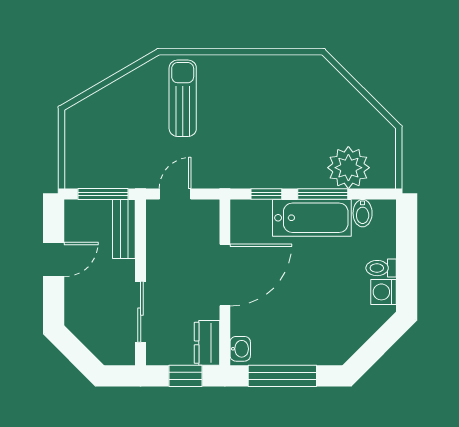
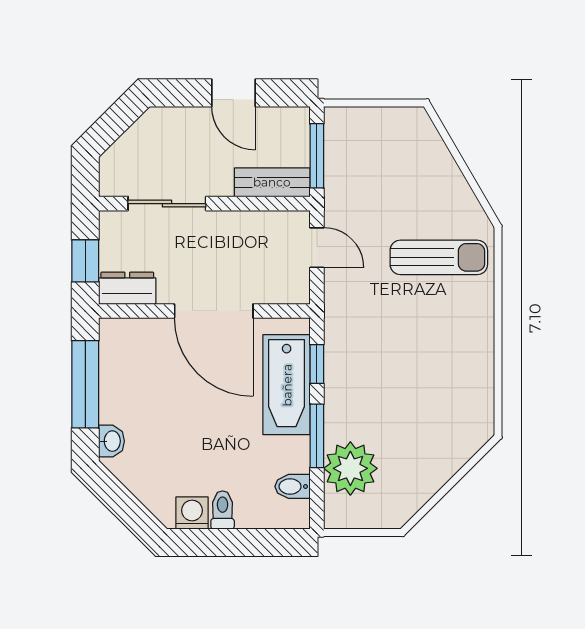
bathtub: (312, 218) -> (287, 385), moved
washbasin: (240, 349) -> (112, 441), moved, turned -90

